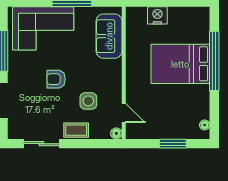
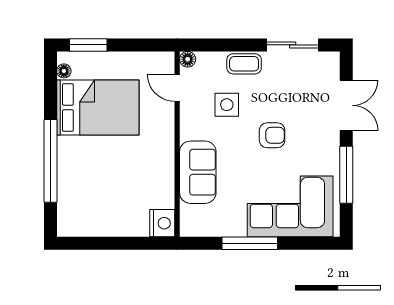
nightstand: (157, 15) -> (162, 223), moved, turned -90
sofa: (109, 36) -> (198, 172), moved
bed: (180, 64) -> (98, 108), moved
window: (173, 144) -> (88, 45), moved

